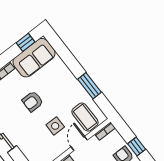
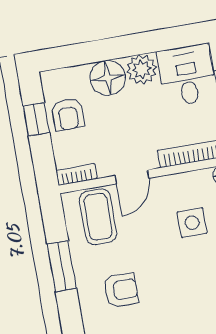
armchair: (33, 101) -> (121, 290), moved
side table: (55, 126) -> (192, 223), moved

